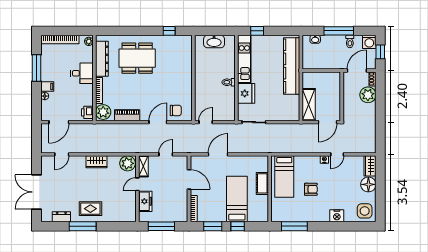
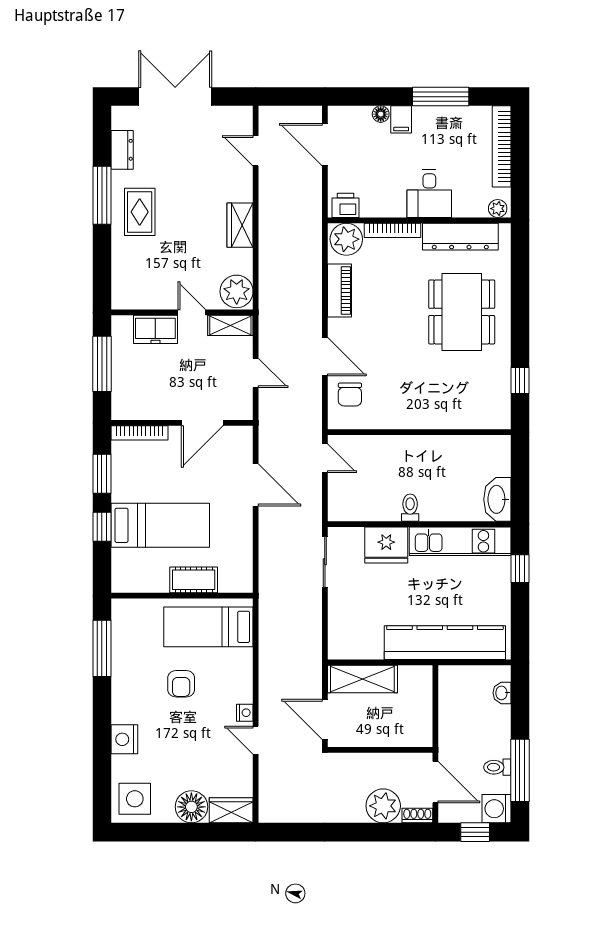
window: (339, 31) -> (520, 770), moved
washbasin: (214, 42) -> (497, 499), moved

